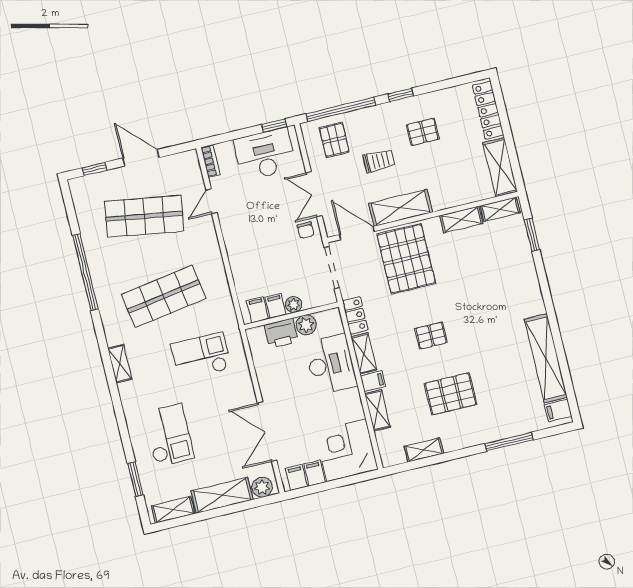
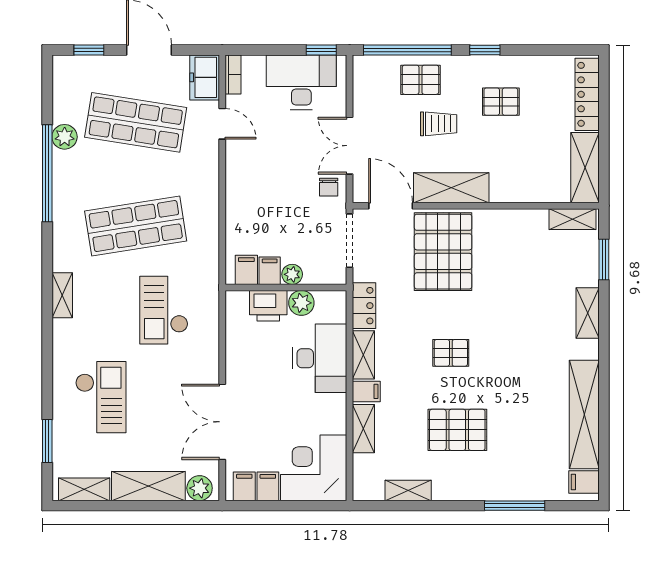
pallet: (334, 140) -> (420, 80), moved, turned 90
freezer: (189, 169) -> (205, 77), added
door: (211, 201) -> (222, 124), swing flipped
shelving: (461, 219) -> (588, 313), moved, turned 90
plant: (92, 241) -> (65, 137), added
checkout: (201, 356) -> (164, 310), turned -90

